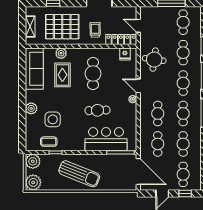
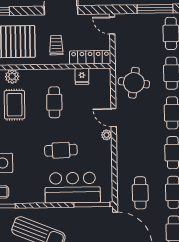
door: (138, 26) -> (112, 25), moved
fridge: (125, 54) -> (82, 76), moved
cafe table: (93, 74) -> (54, 102), width x0.73, depth x0.74
cafe table: (158, 114) -> (140, 153), removed

